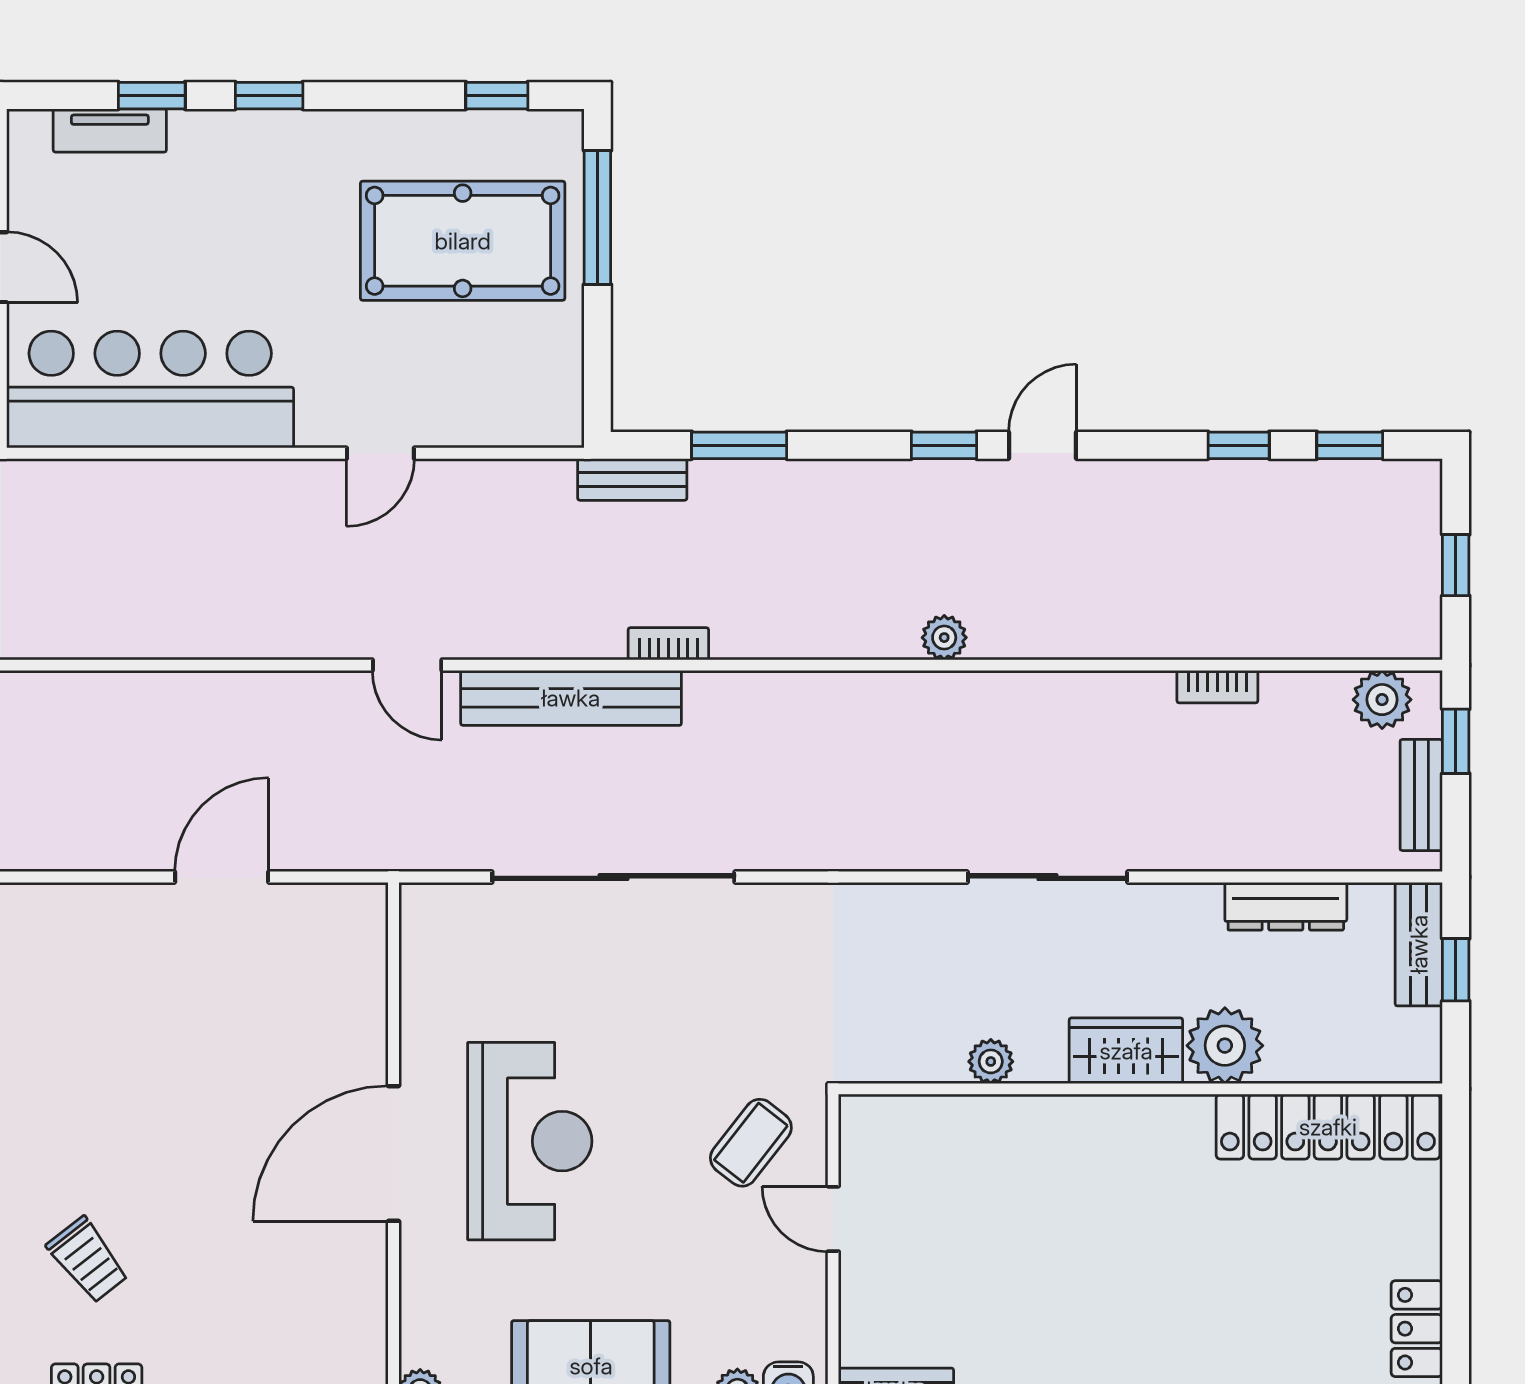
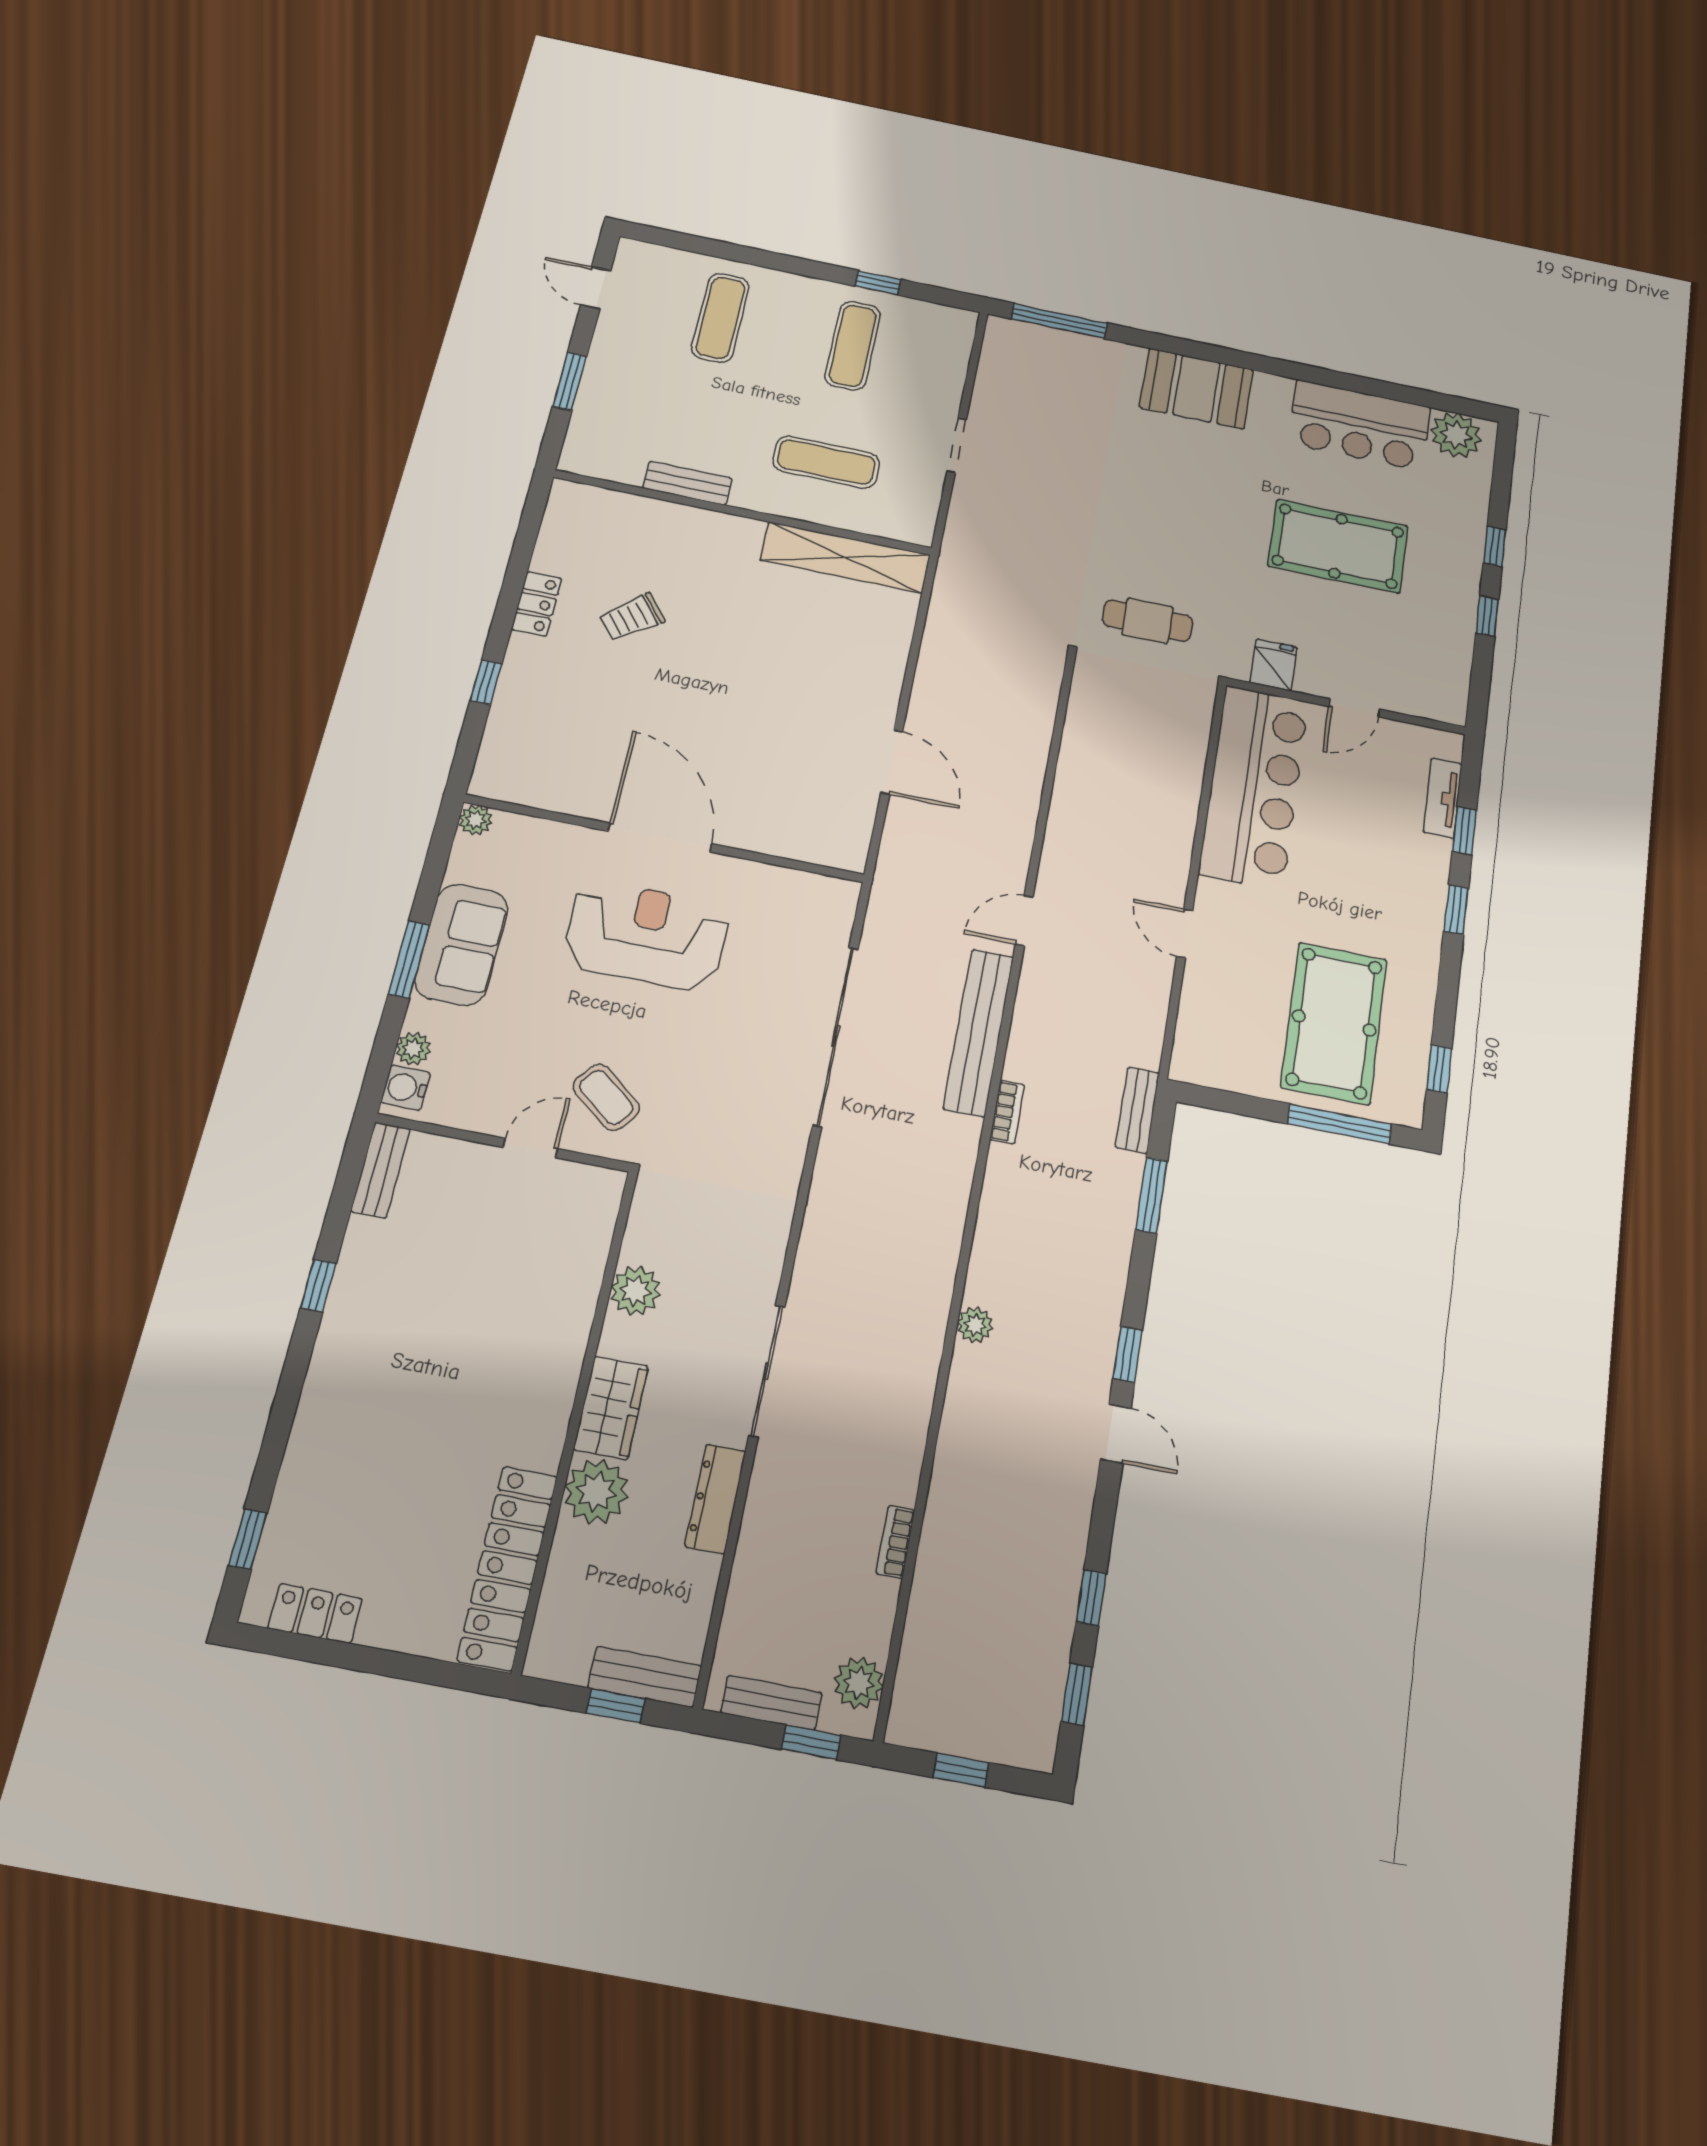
dresser: (1286, 906) -> (716, 1499), moved
plant: (991, 1061) -> (636, 1291), width x1.38, depth x1.38
reception desk: (530, 1141) -> (646, 935), turned 180

